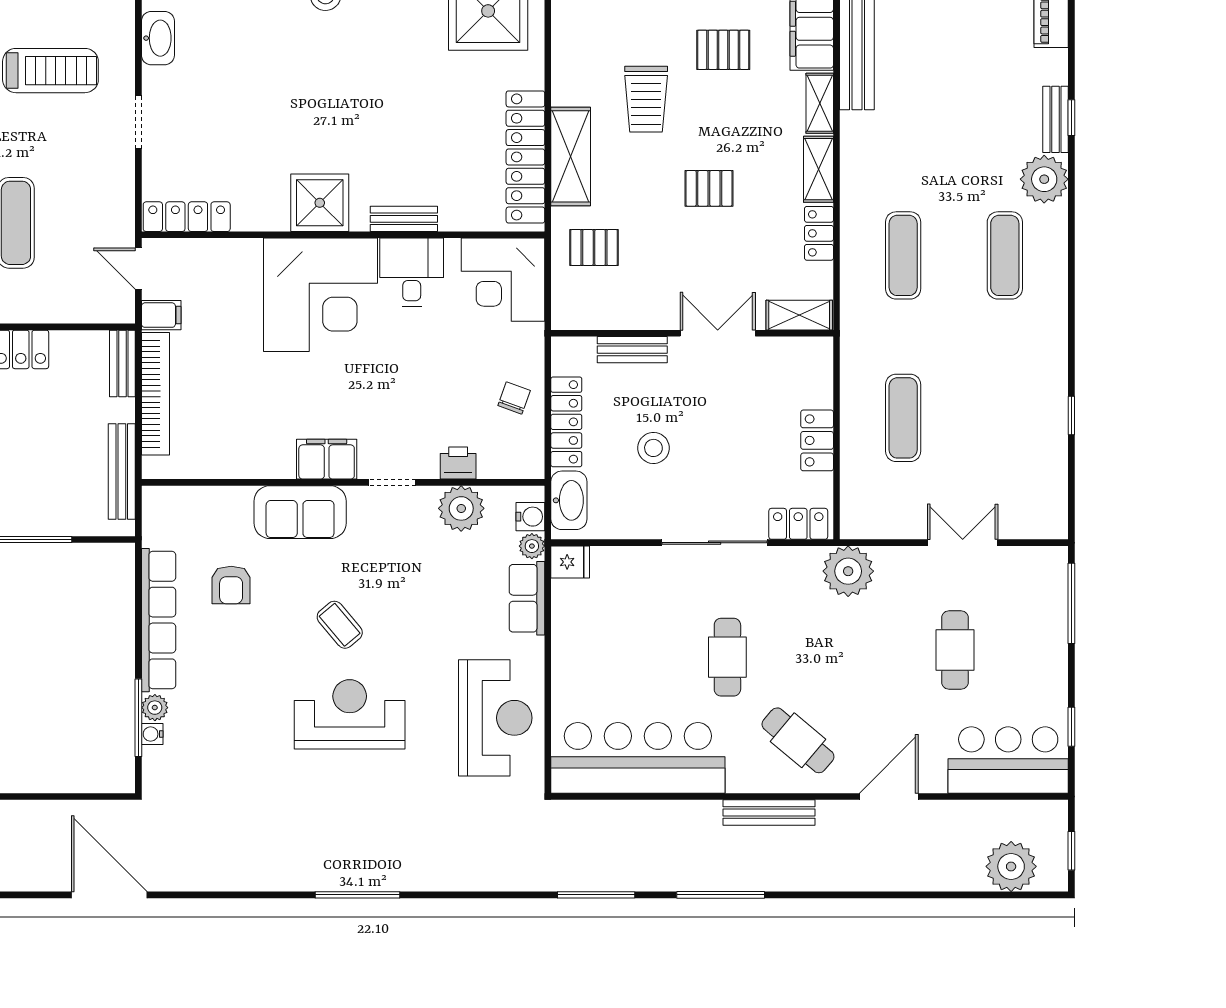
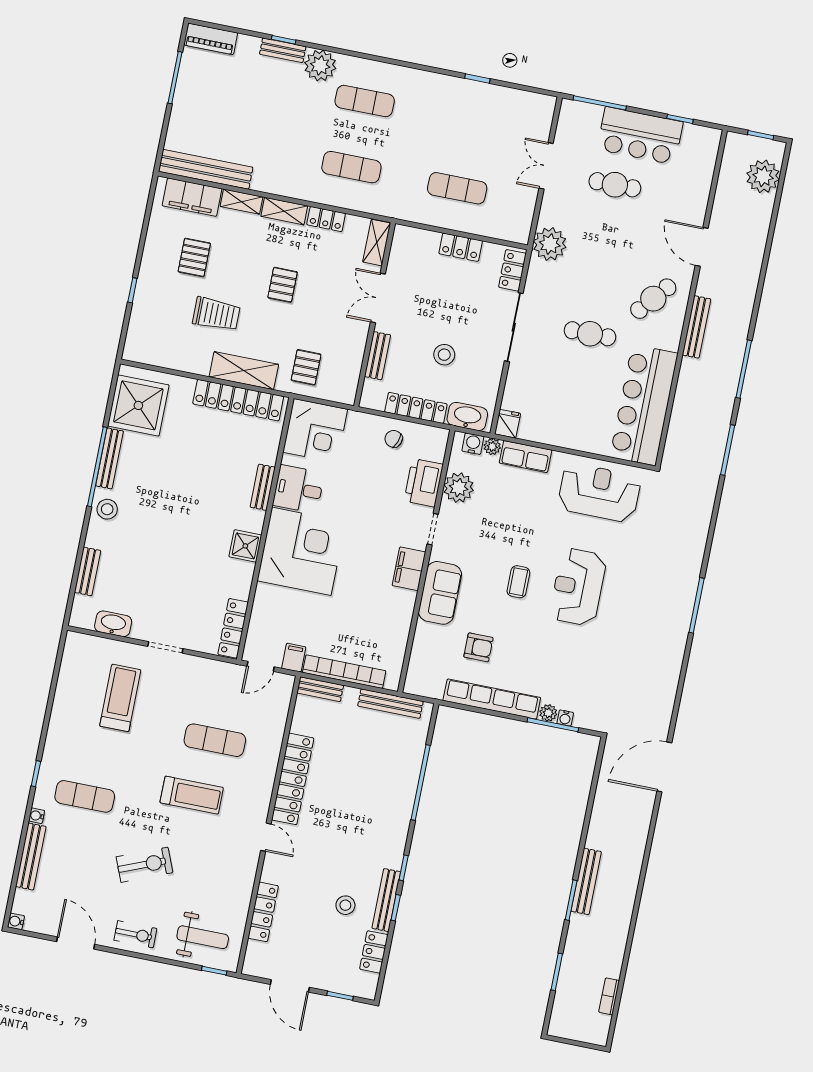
shower: (320, 203) -> (245, 546), width x0.73, depth x0.73
printer: (458, 463) -> (424, 483), width x1.87, depth x1.48
coffee table: (340, 625) -> (518, 582), turned -50
bar counter: (1008, 760) -> (640, 136), moved, turned -90

